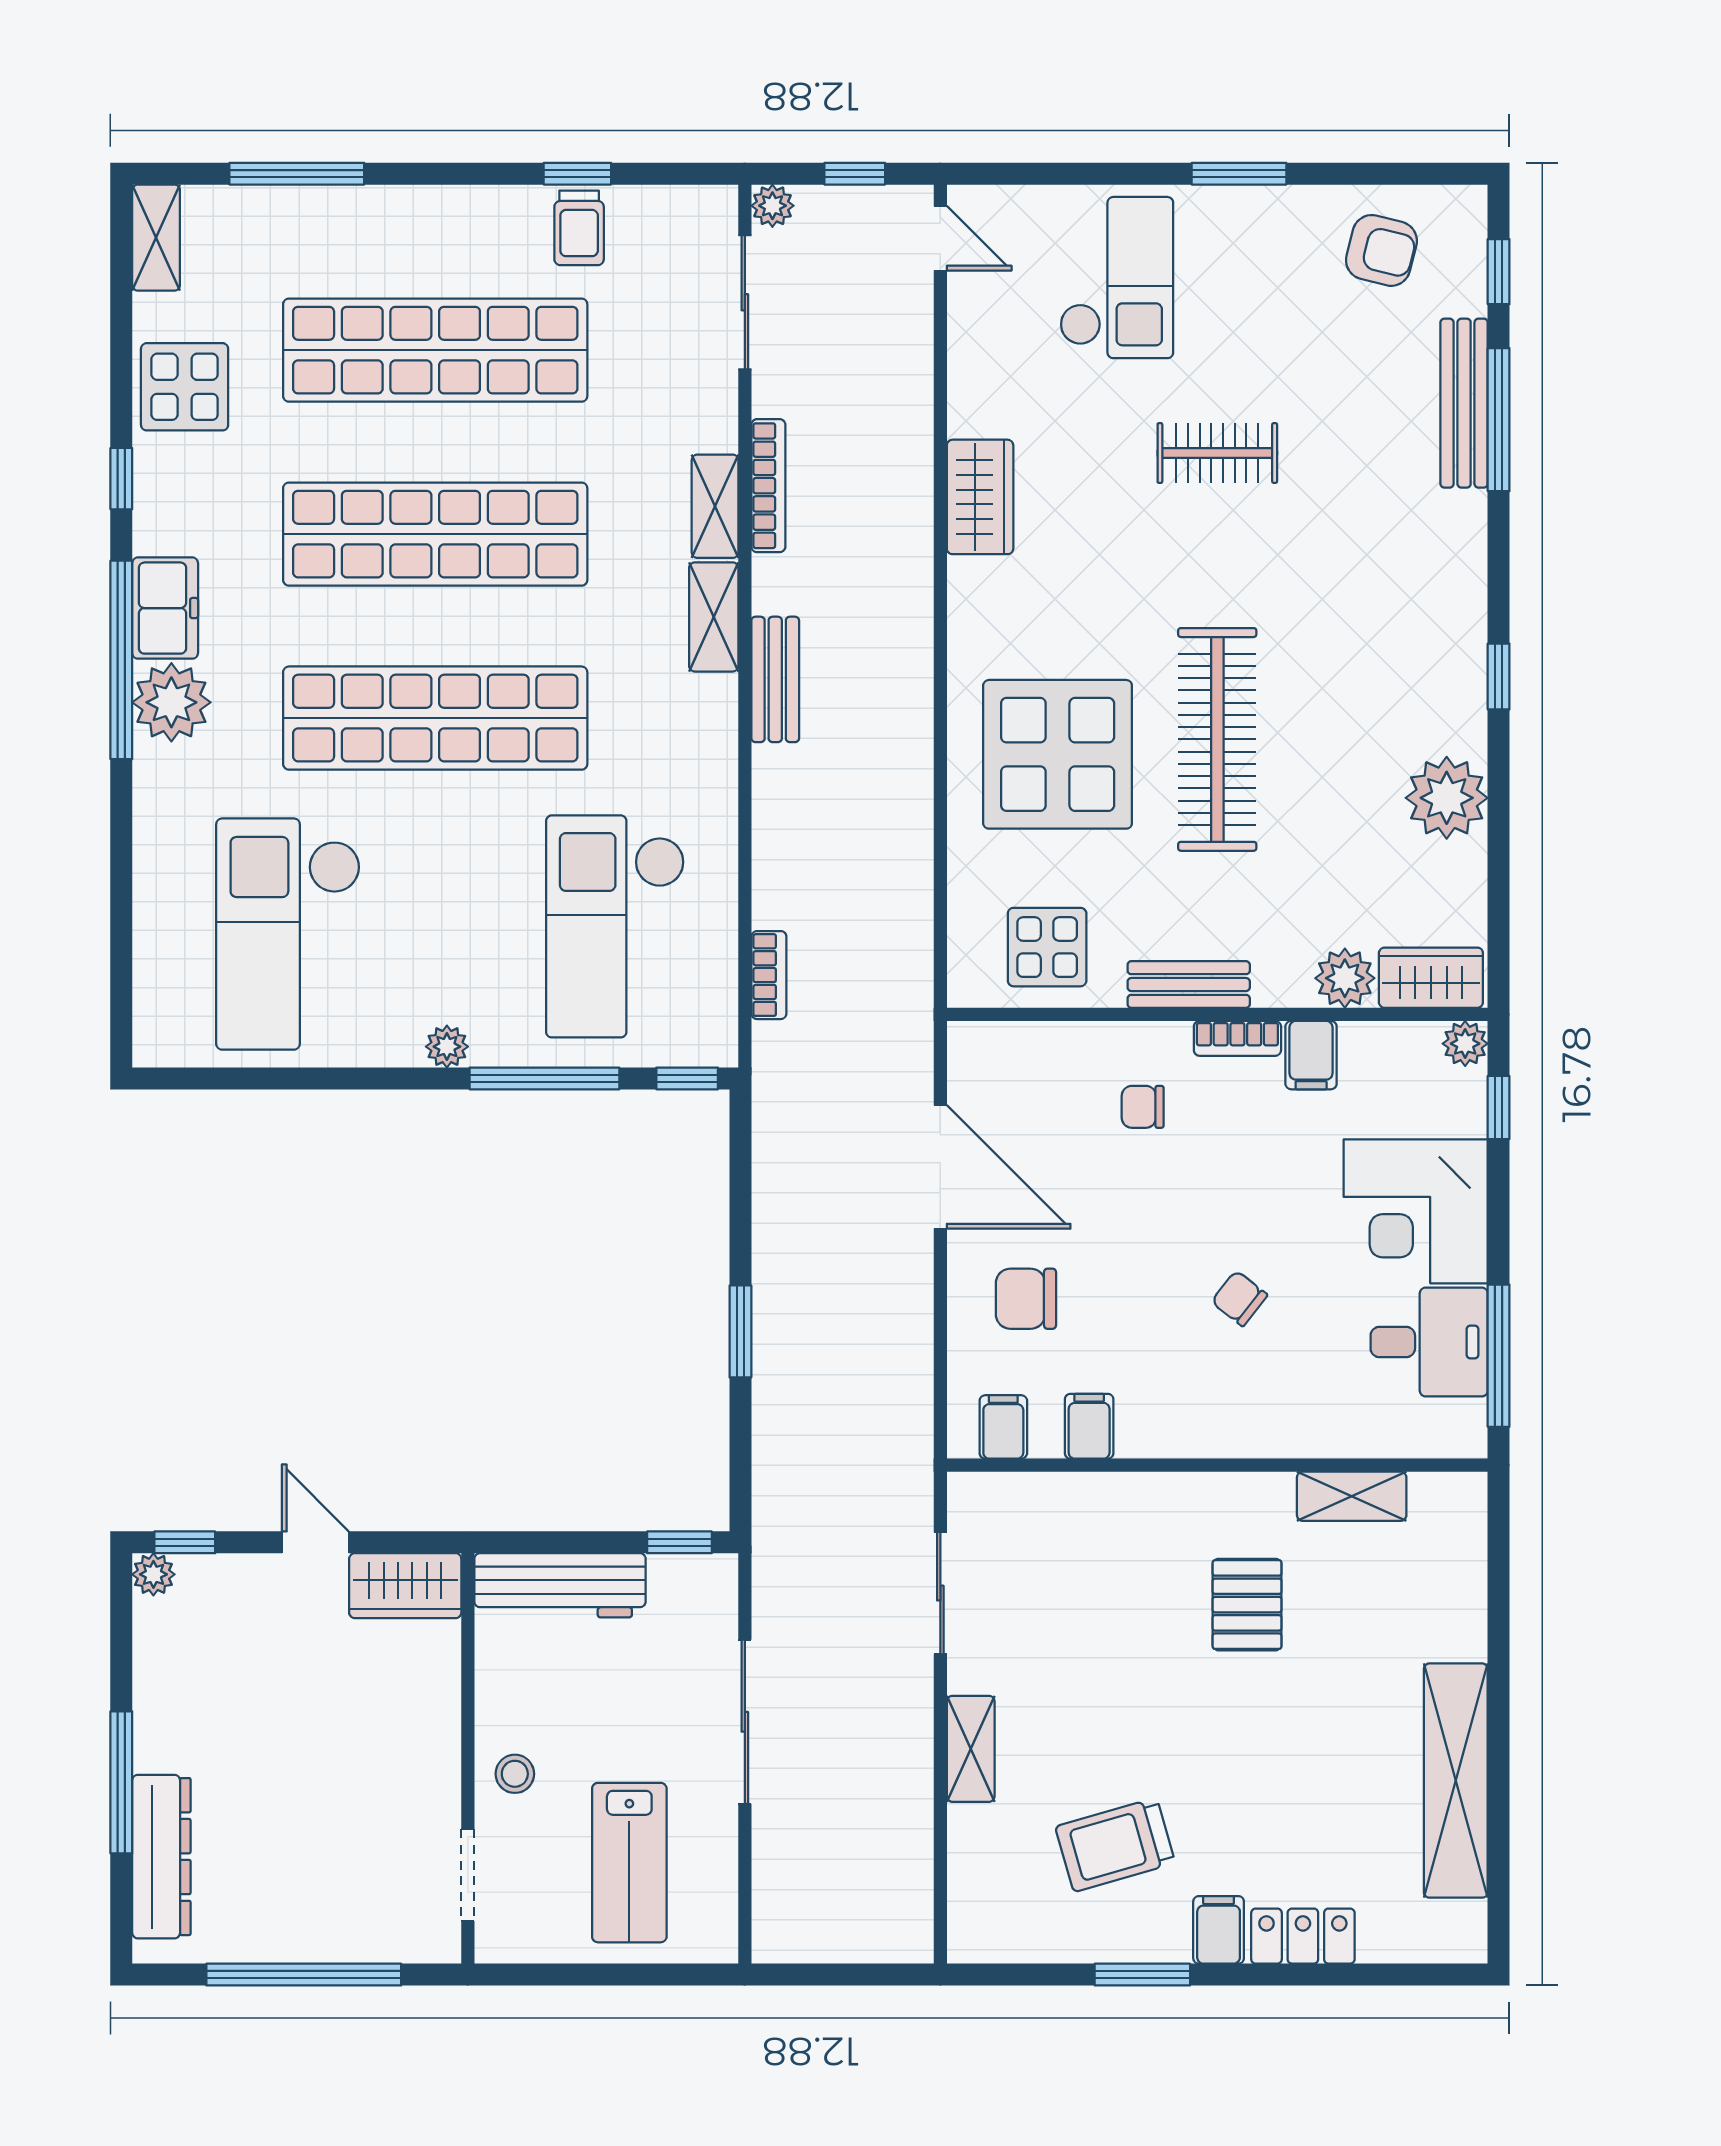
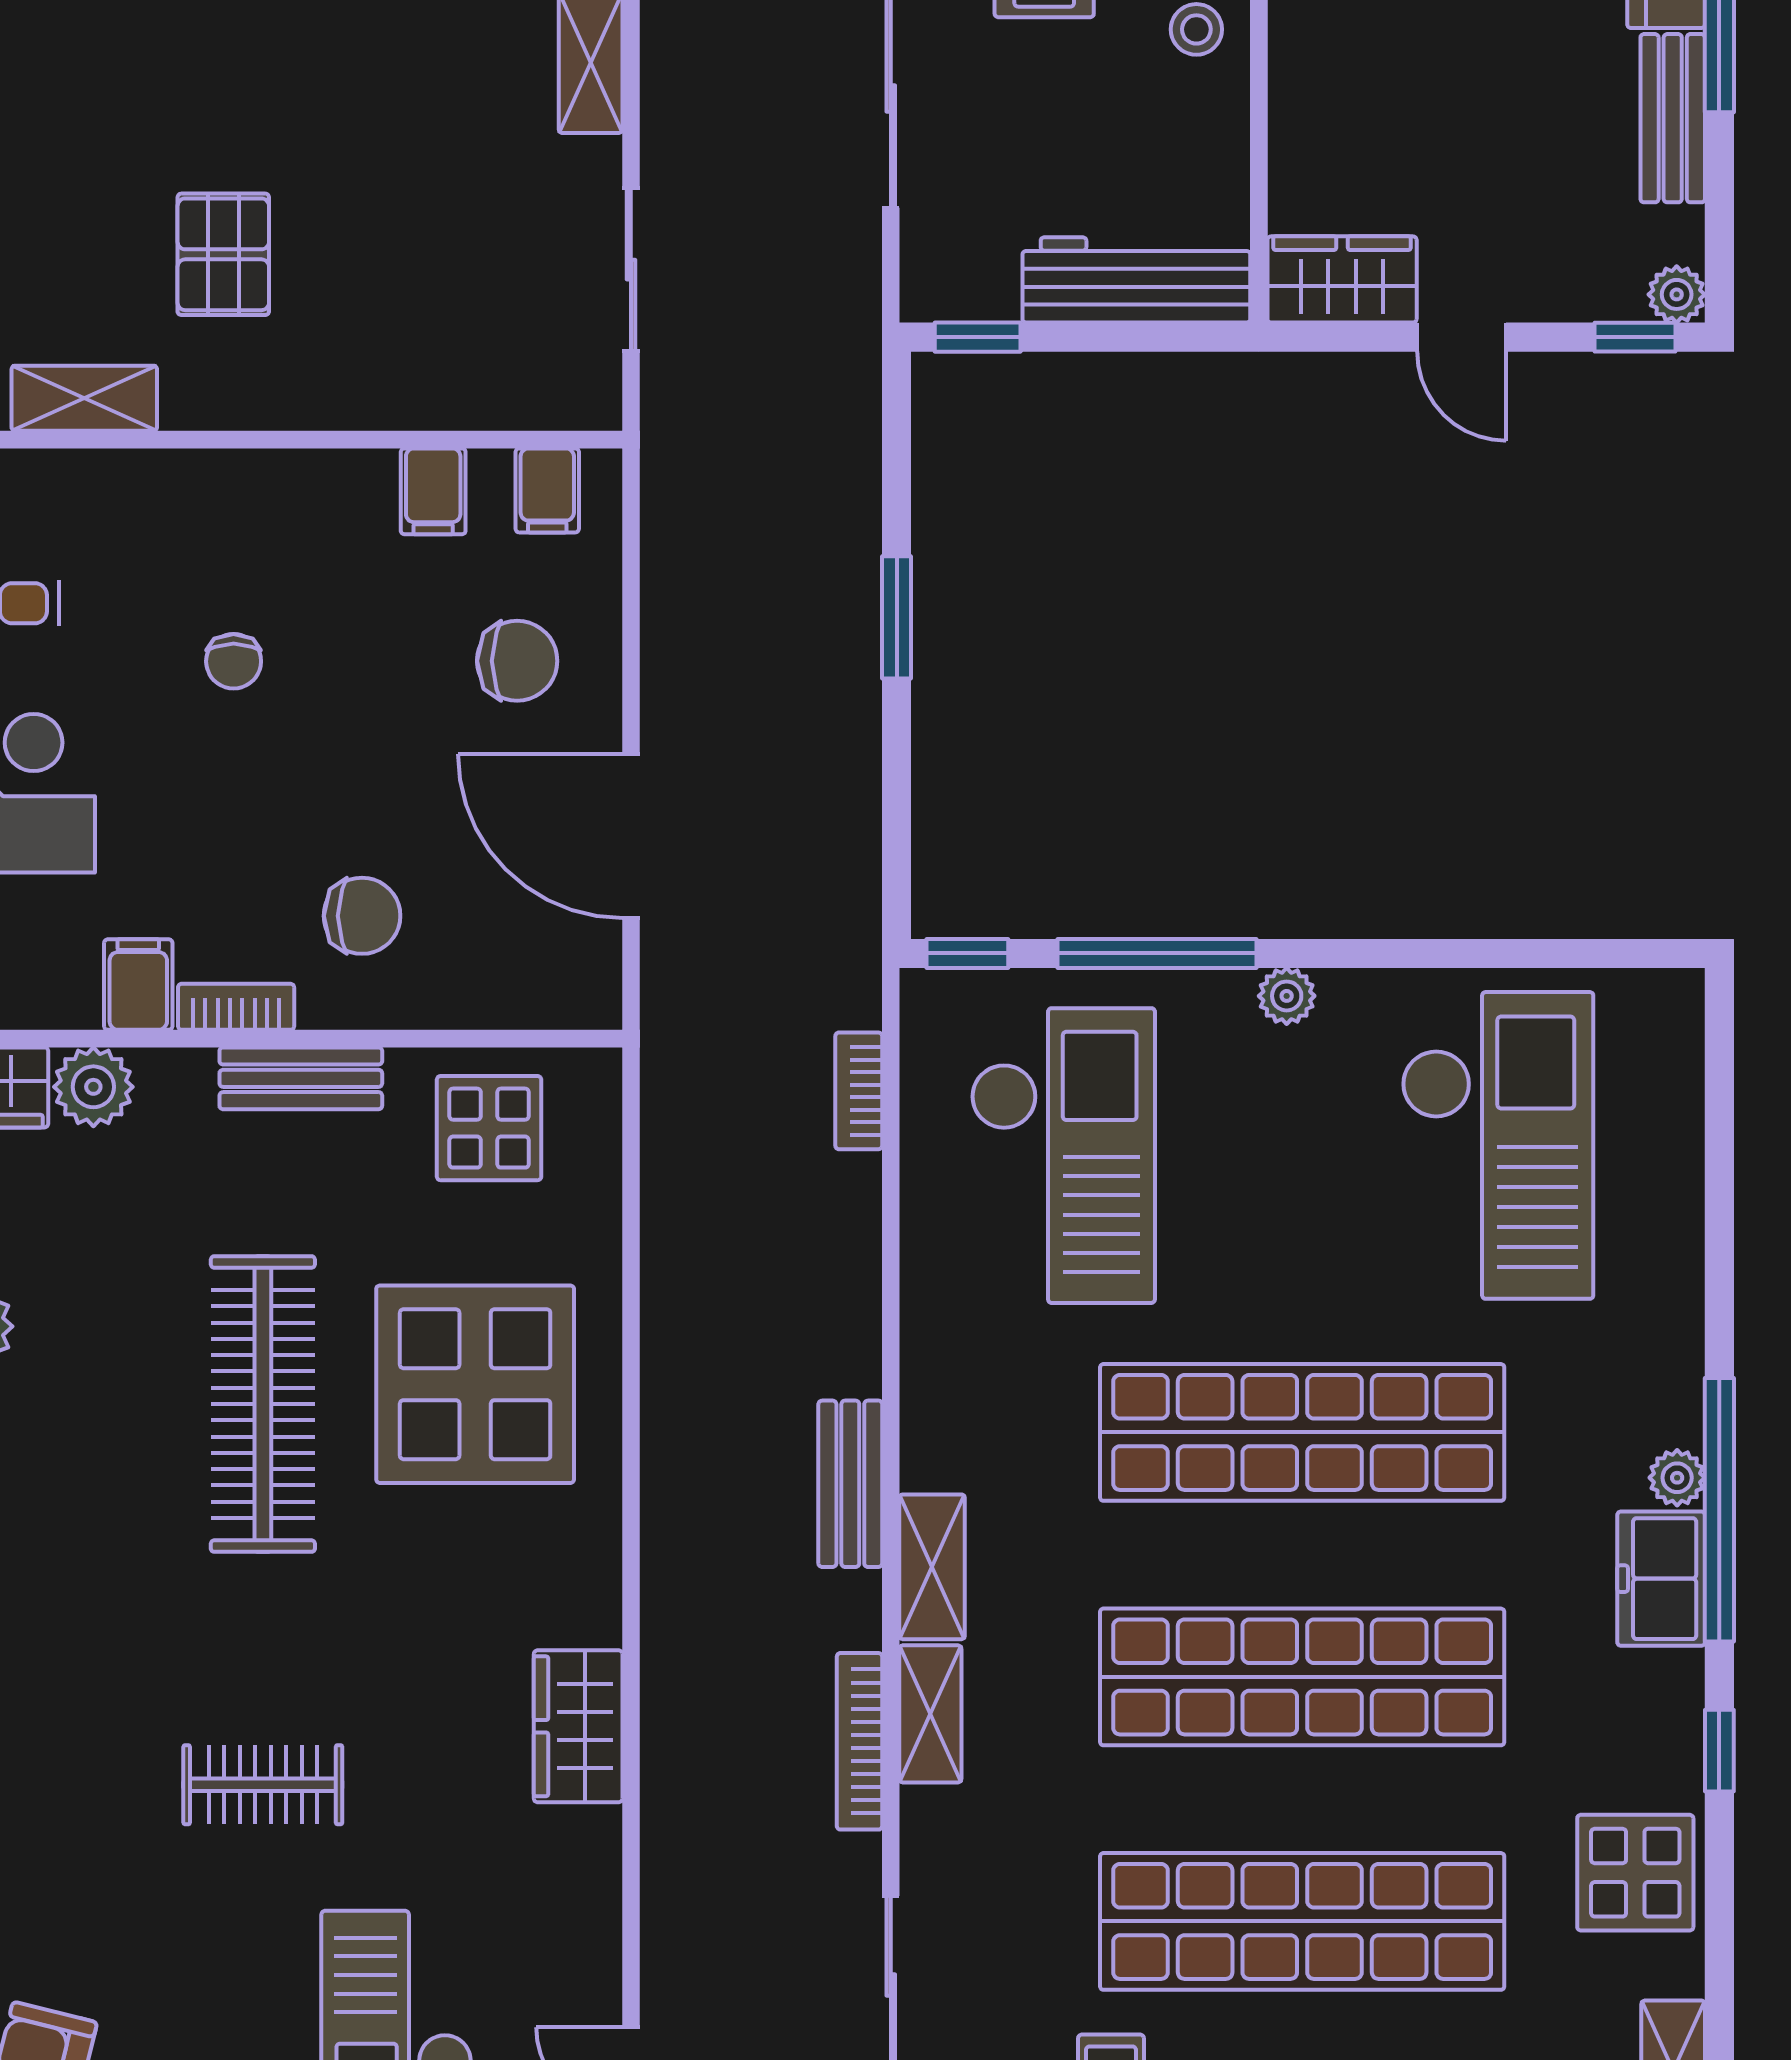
plant: (171, 702) -> (1677, 1478), width x0.53, depth x0.53
chair: (1143, 1107) -> (362, 916), width x1.37, depth x1.37
chair: (1239, 1298) -> (234, 661), turned 52
bench: (156, 1707) -> (1673, 118), added

